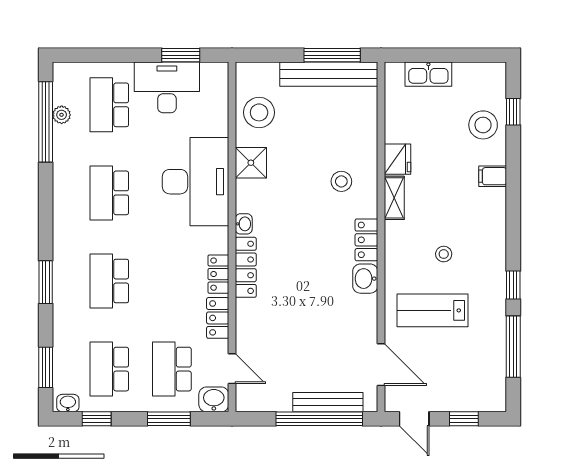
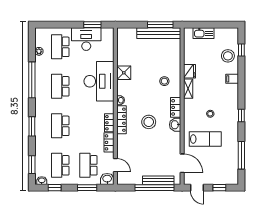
stool: (259, 112) -> (149, 122), moved
window: (46, 122) -> (32, 80), moved
window: (513, 285) -> (241, 116), moved
lab bench: (433, 310) -> (205, 139), turned 180

